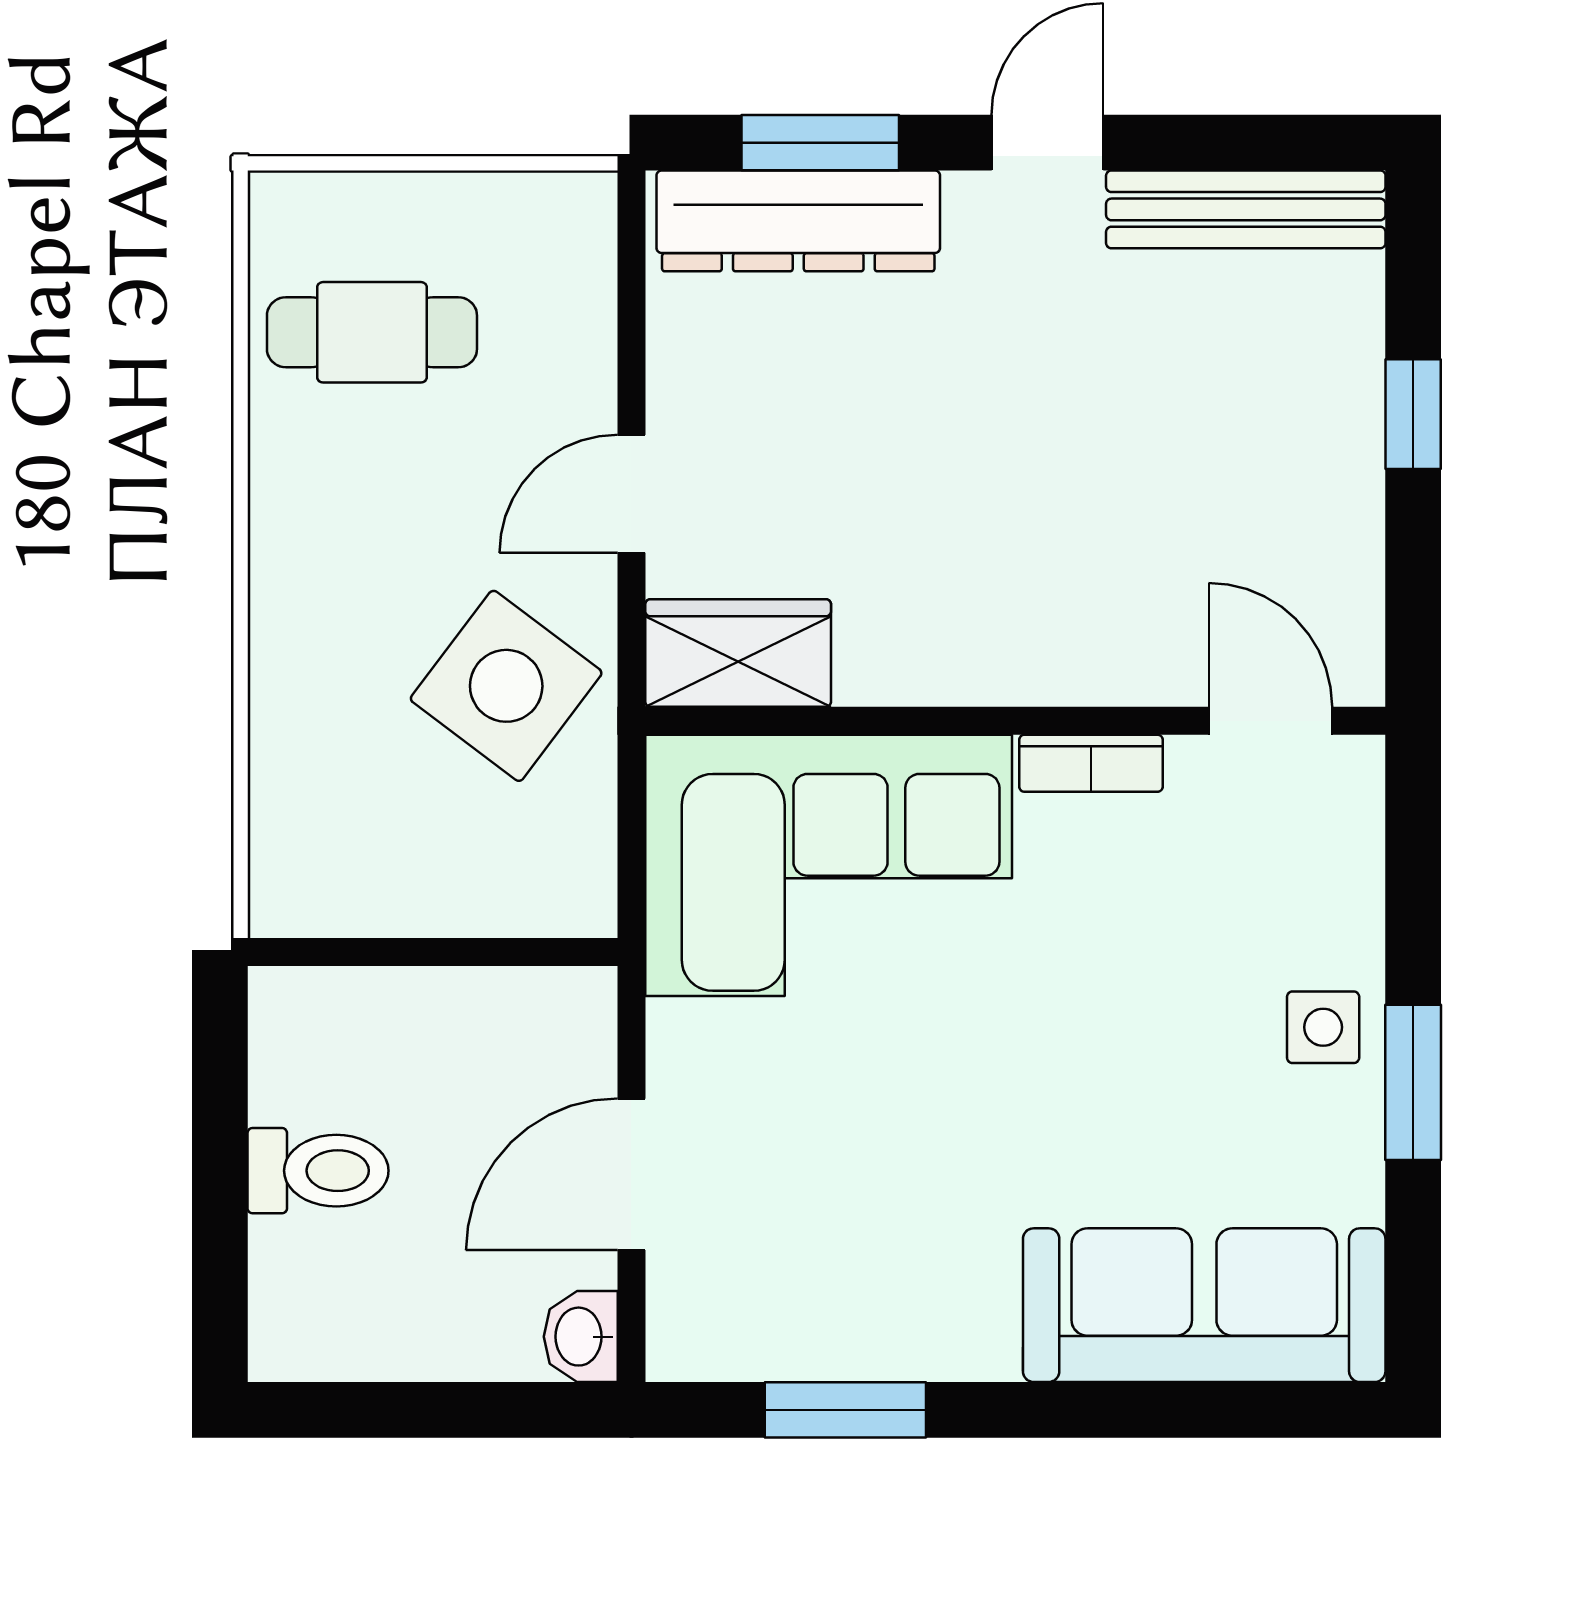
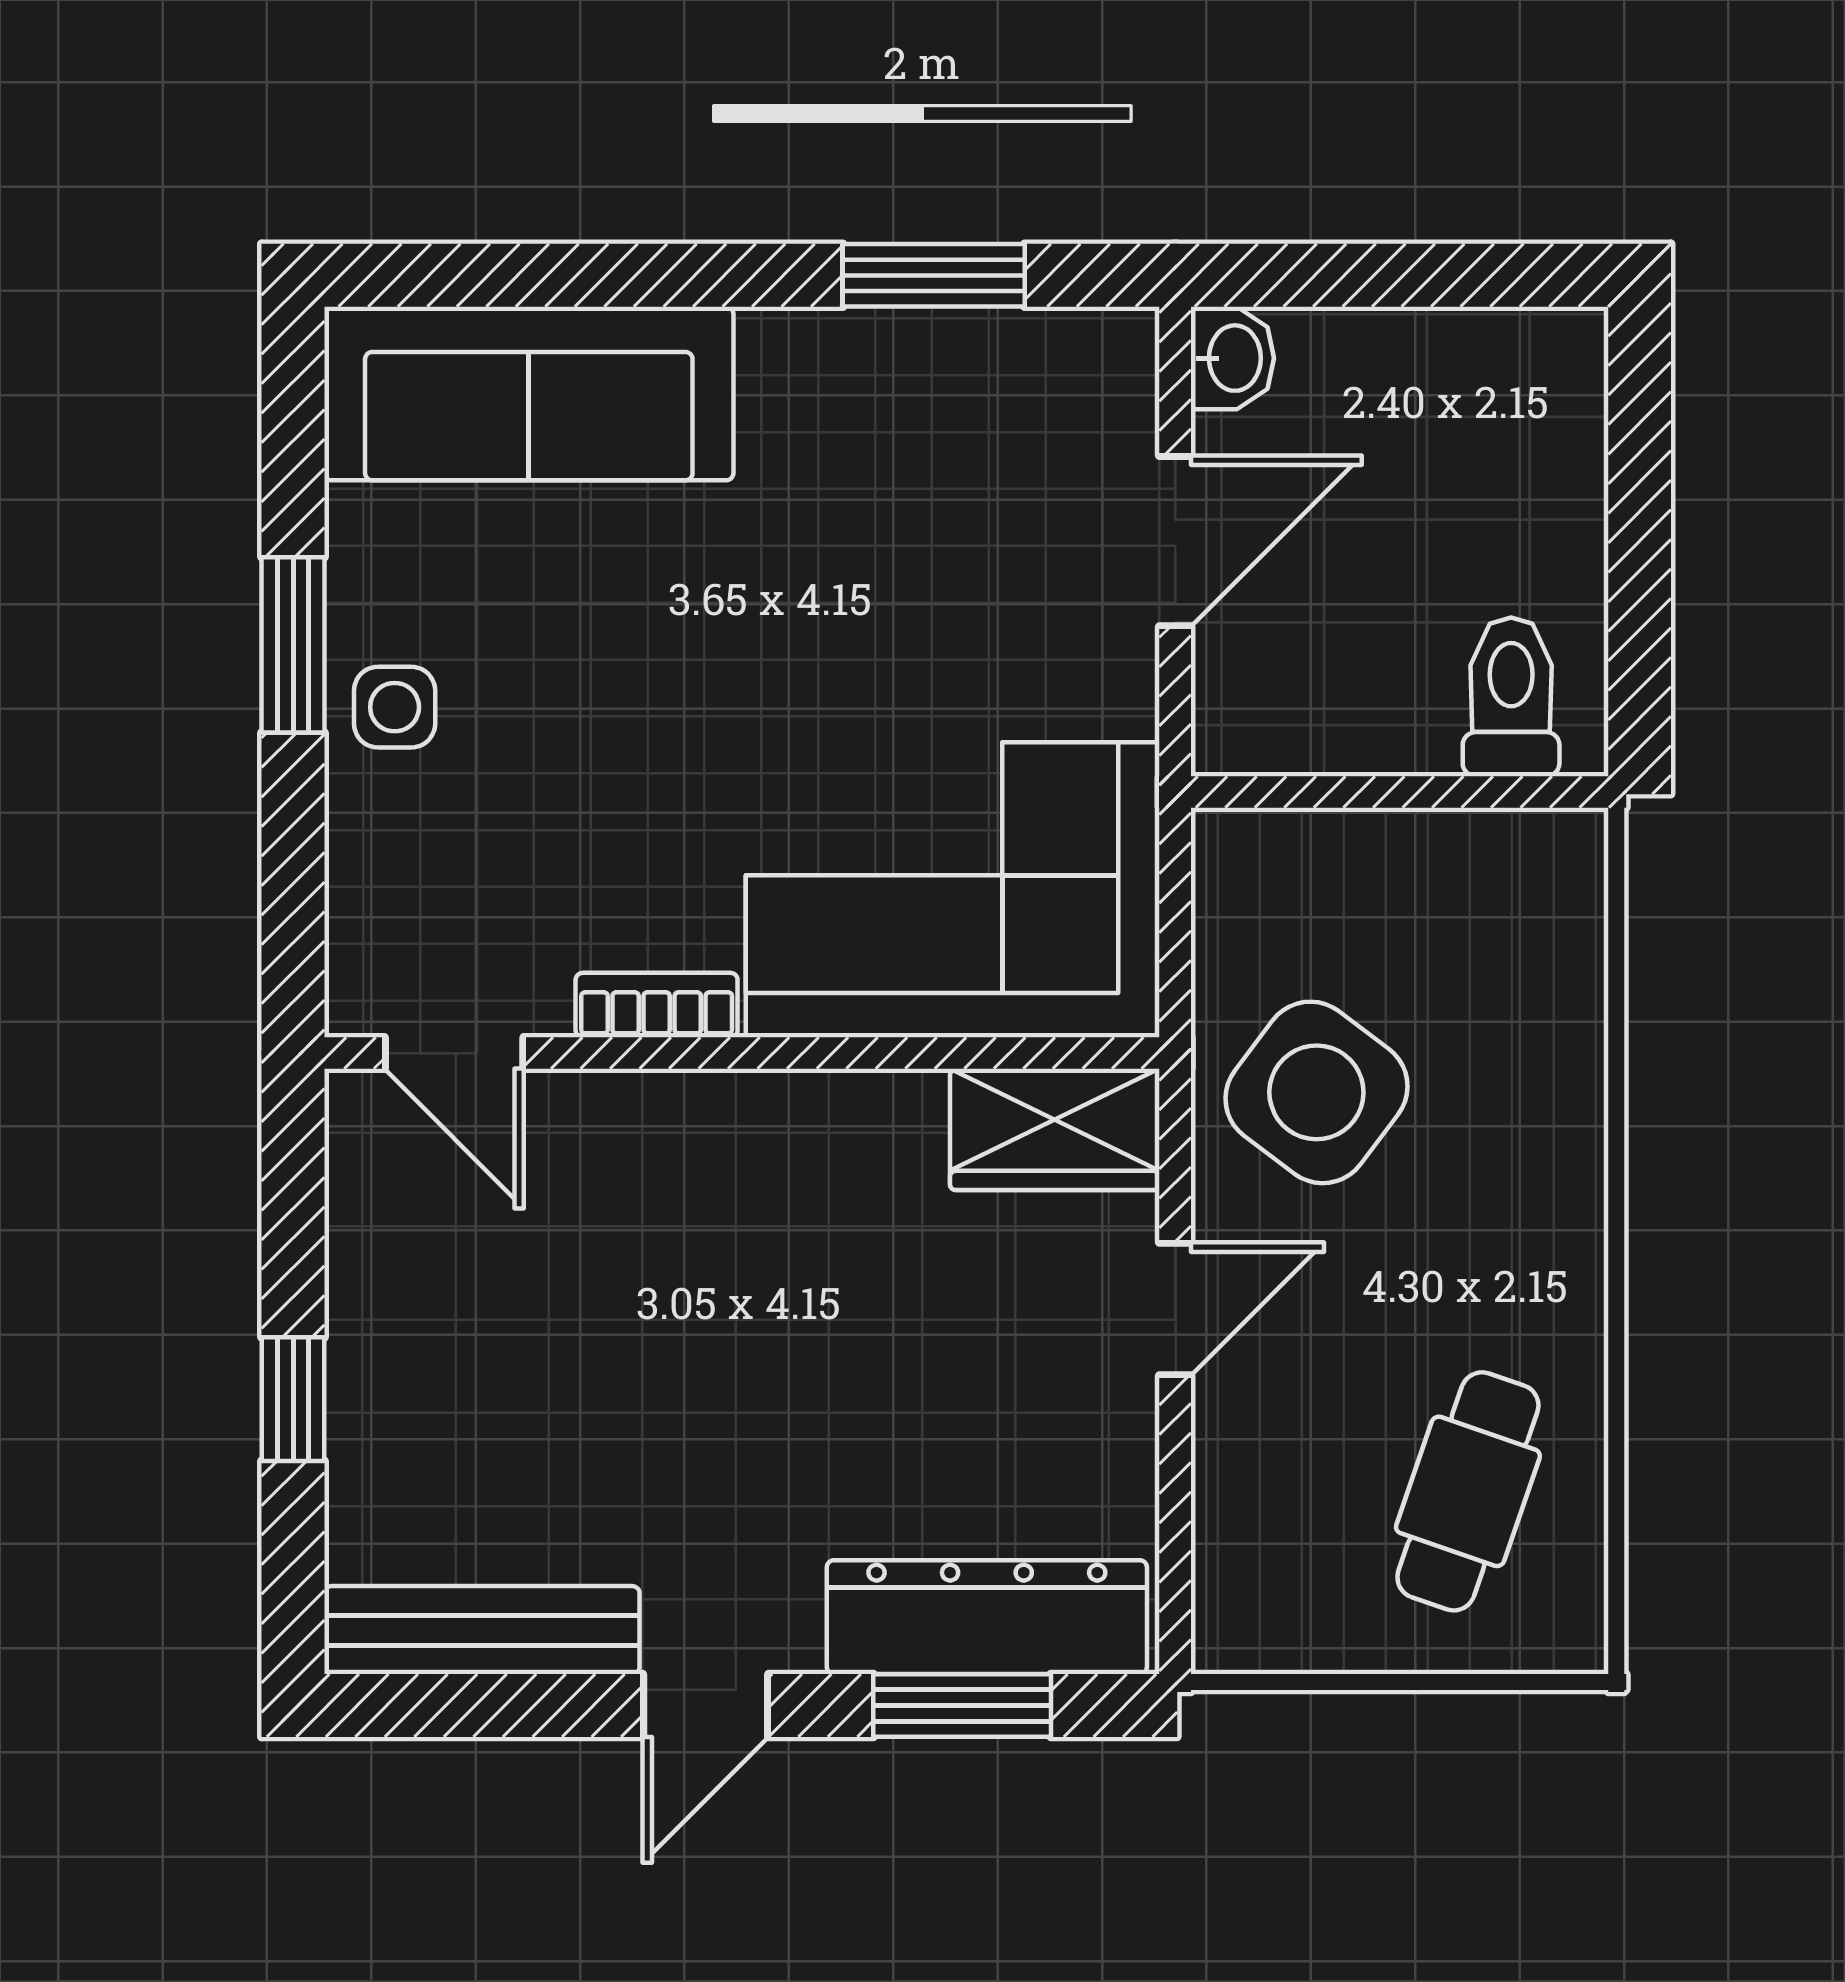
cafe table: (372, 332) -> (1468, 1491), turned -71
toilet: (318, 1171) -> (1511, 697), moved, turned 90

